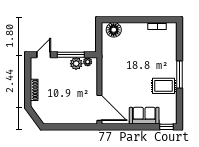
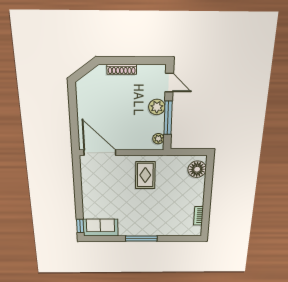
plant: (76, 64) -> (157, 107), moved
rug: (164, 86) -> (145, 175), moved
door: (99, 108) -> (100, 153), swing flipped
sofa: (144, 116) -> (100, 228), moved, turned -90

